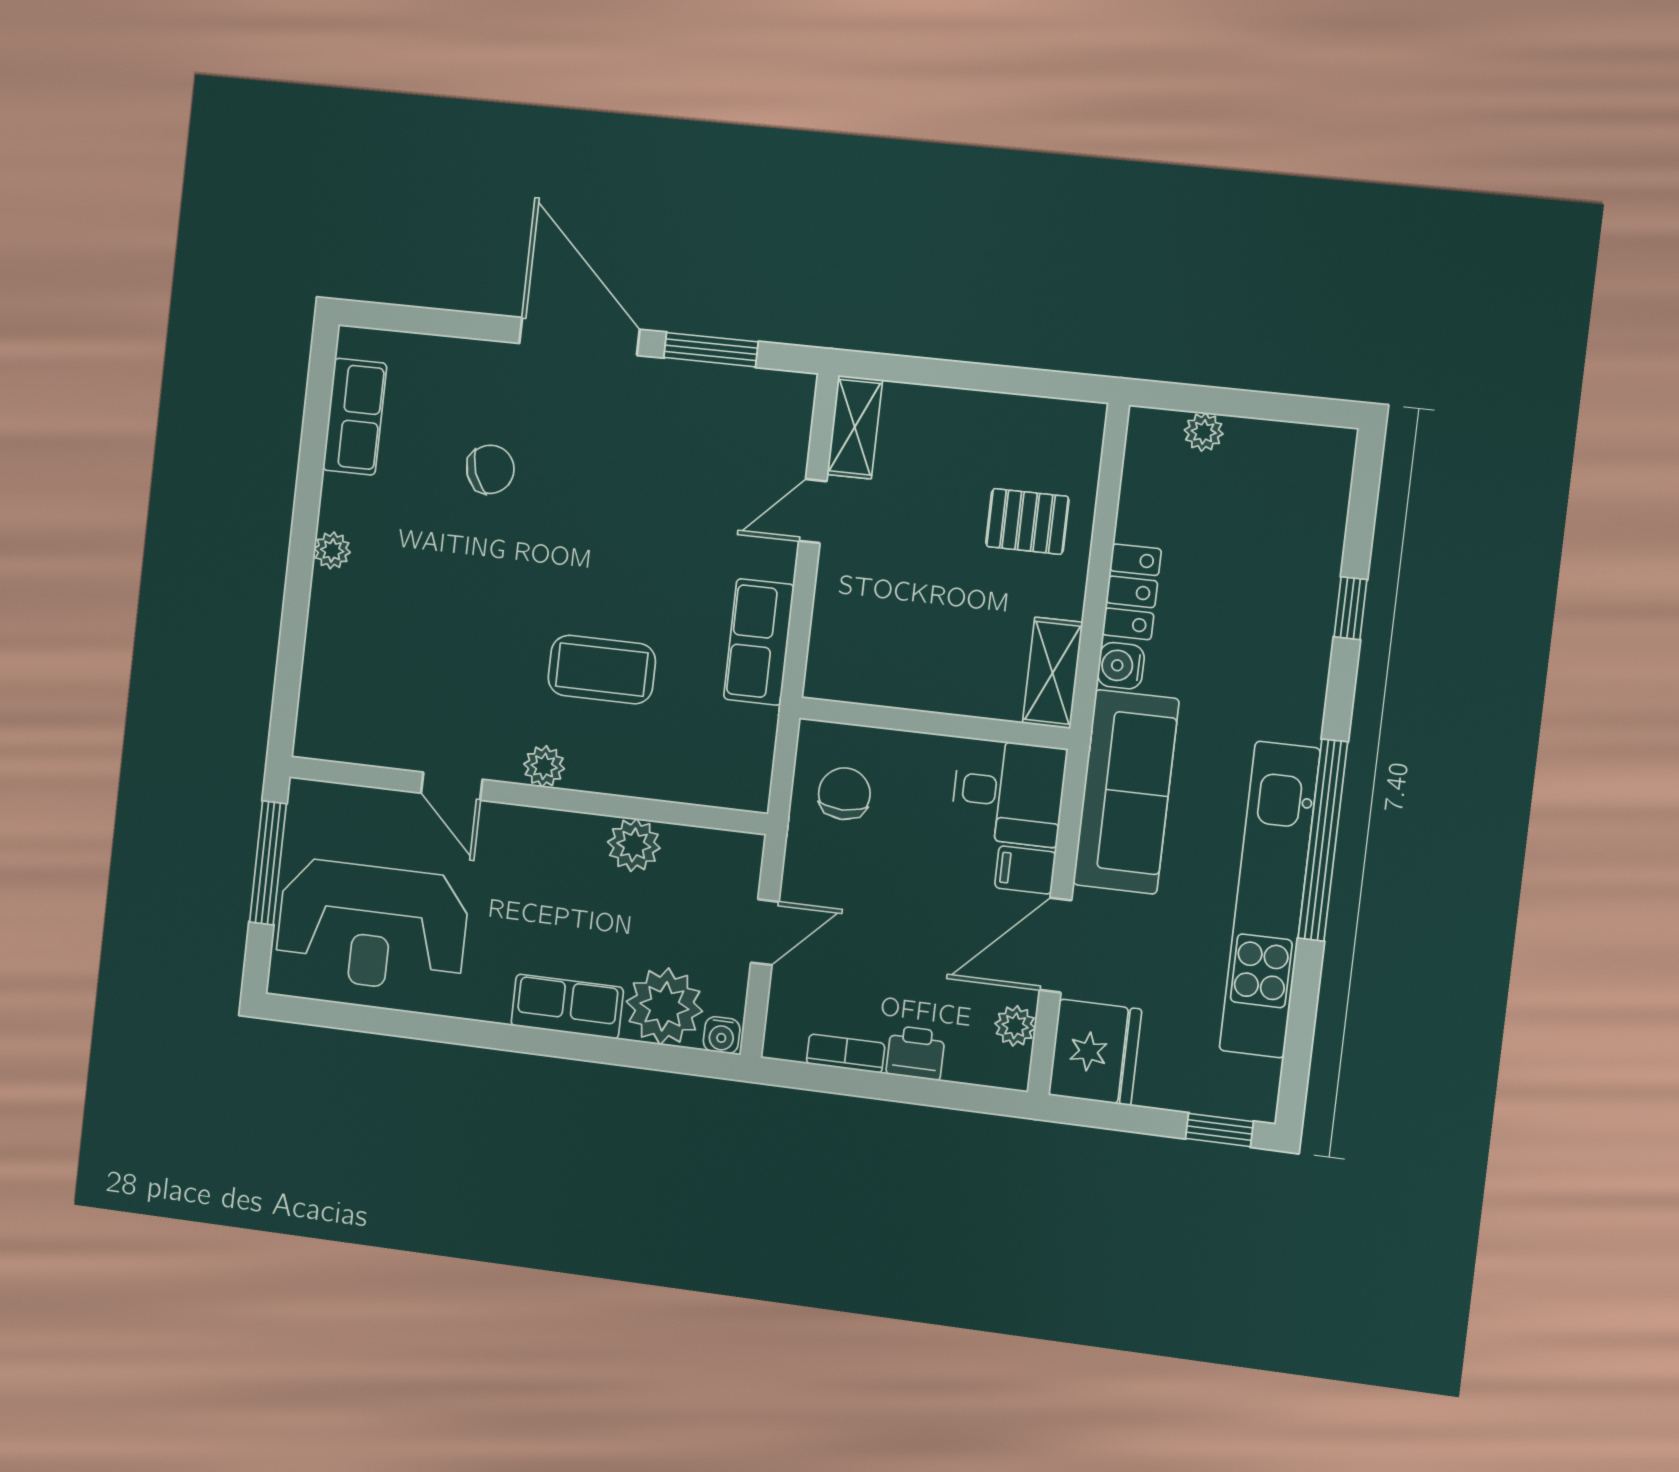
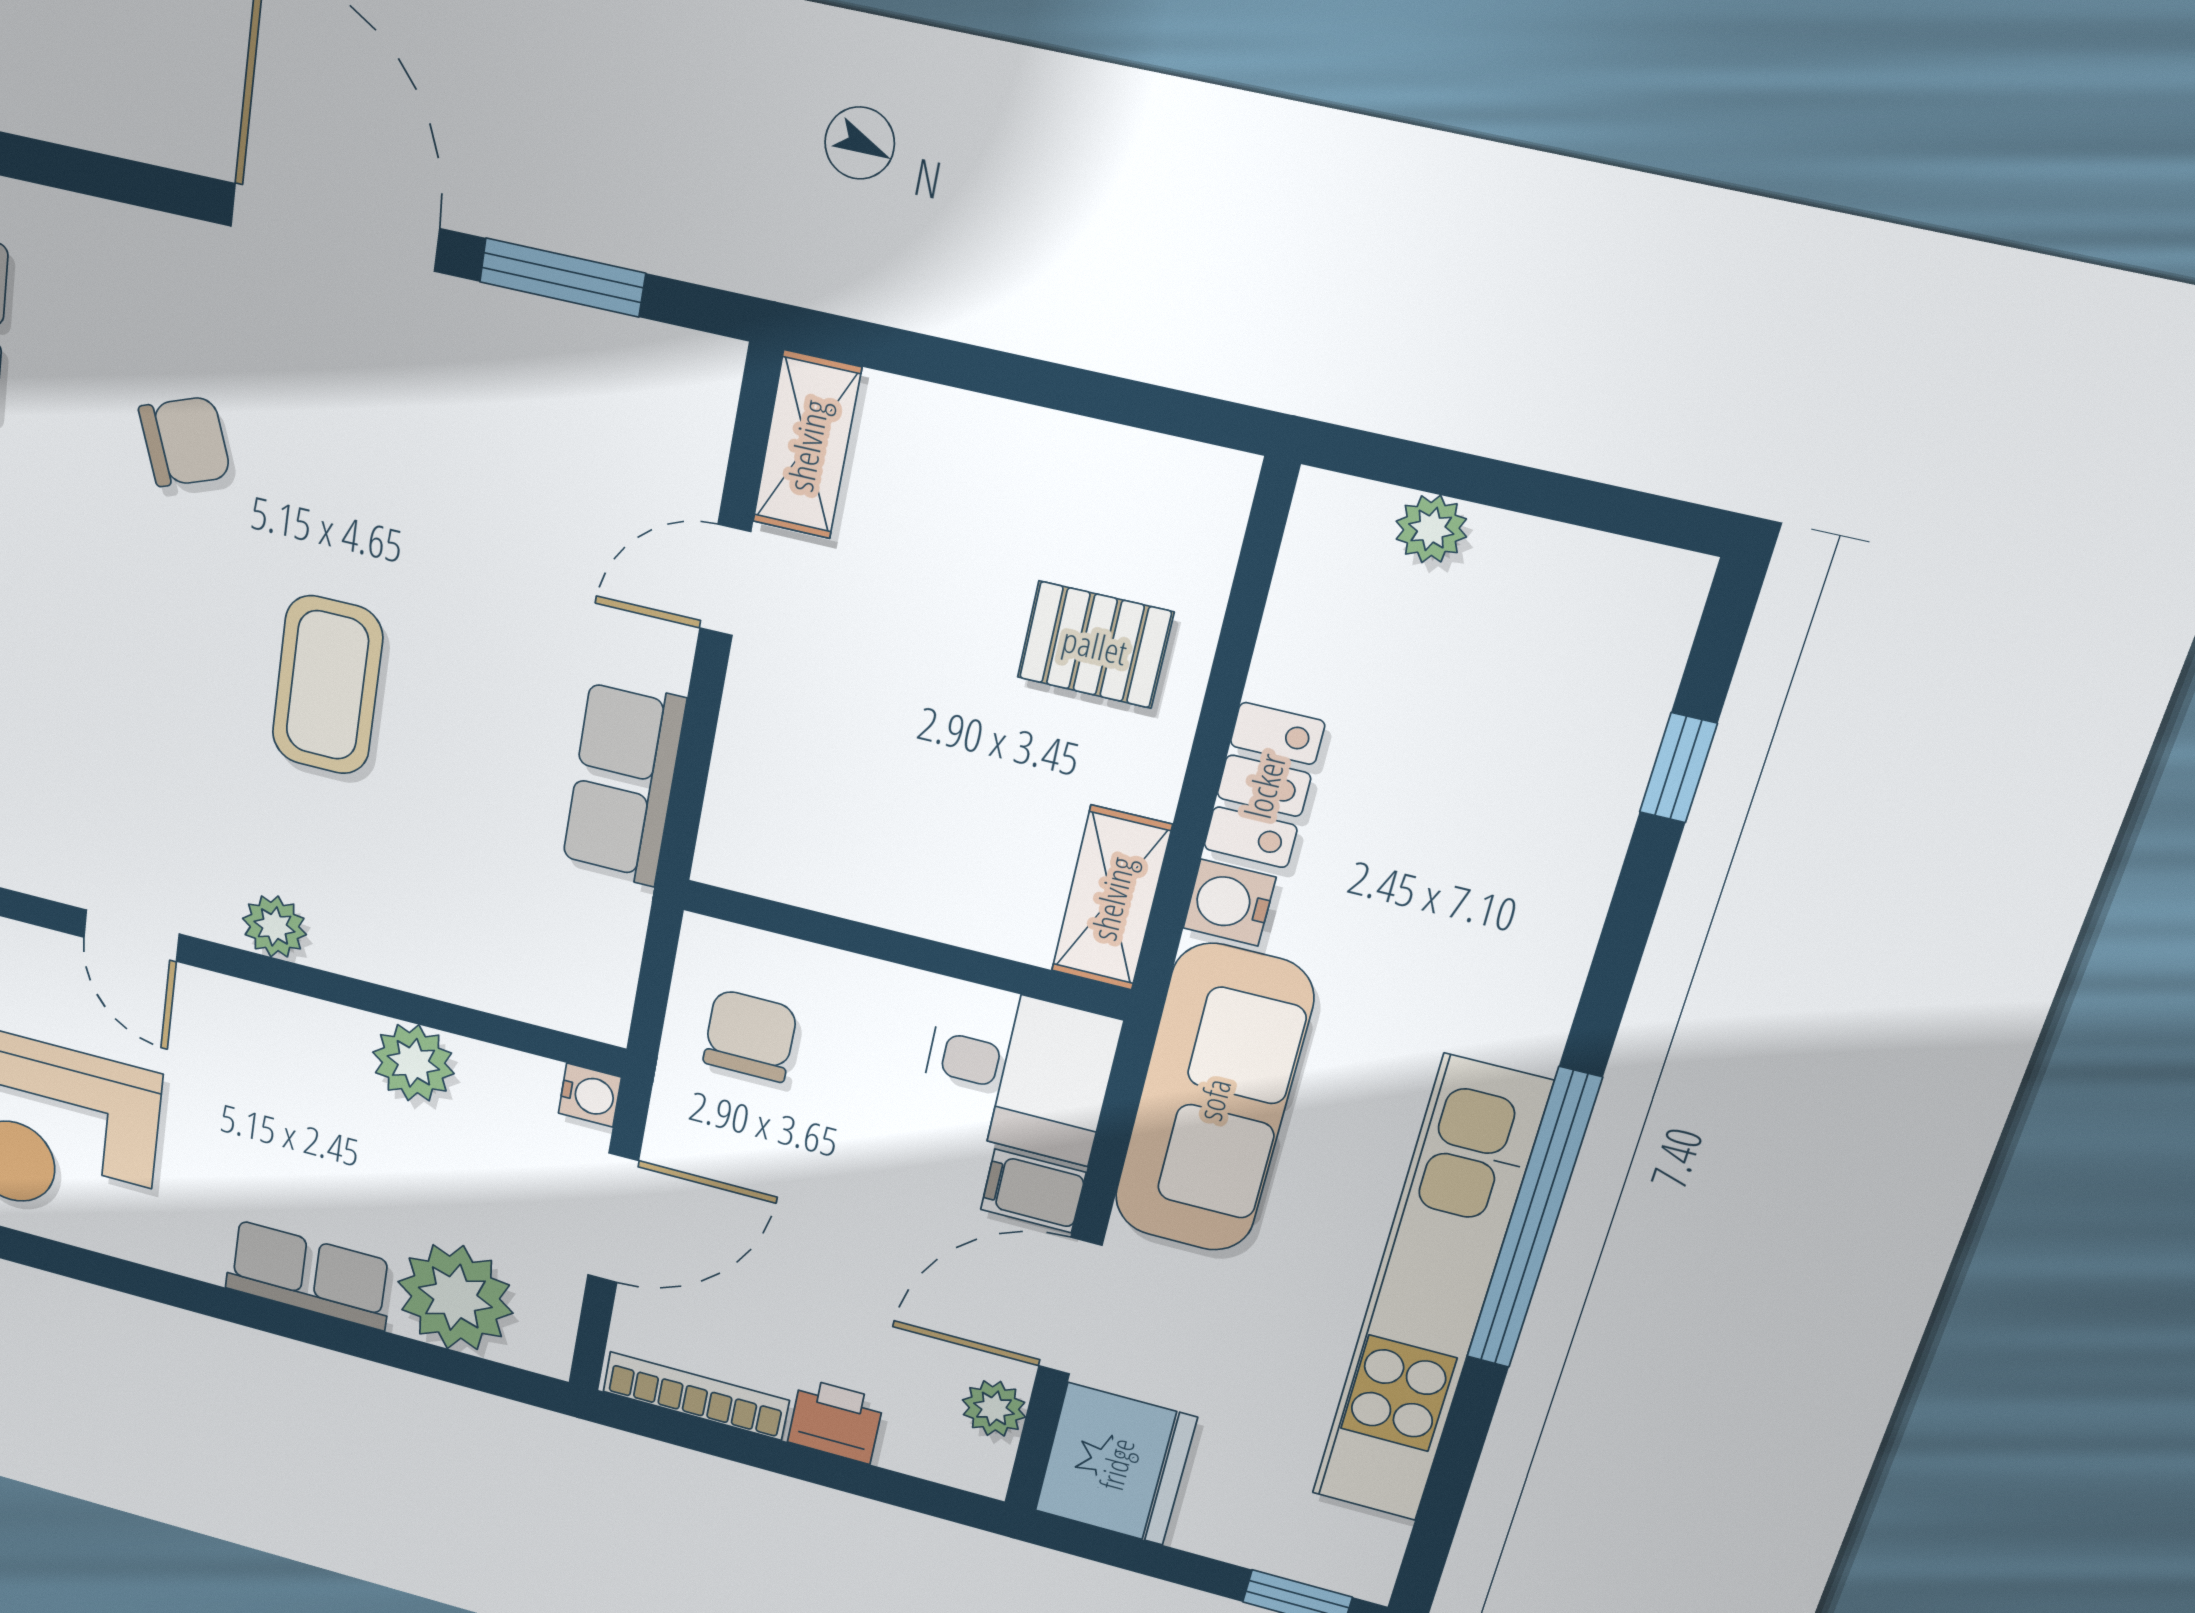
window: (1350, 608) -> (1678, 768), moved
coffee table: (602, 670) -> (327, 685), moved, turned 90
door: (765, 932) -> (613, 1218), width x1.38
water cooler: (722, 1035) -> (590, 1095), moved, turned -90
bookcase: (846, 1054) -> (696, 1396), width x1.56

